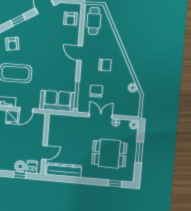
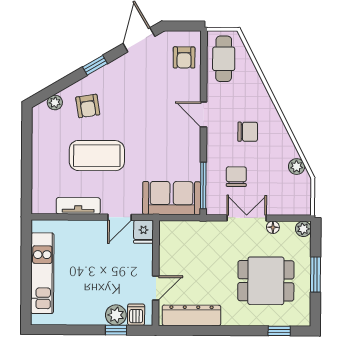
fridge: (12, 117) -> (143, 232), moved

